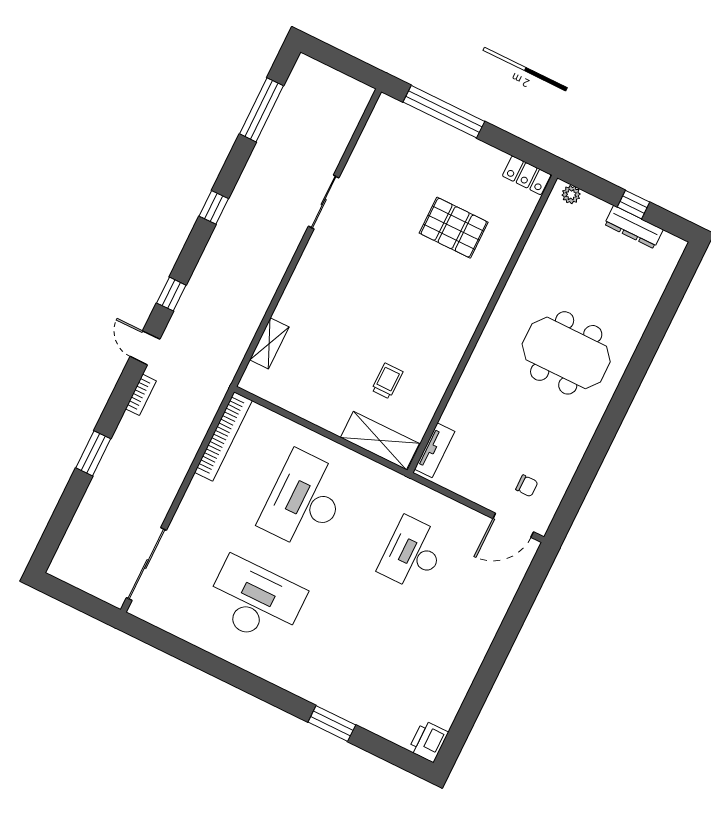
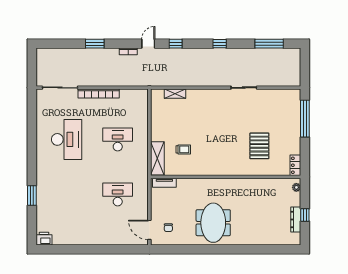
meeting table: (566, 353) -> (213, 223), moved
bookcase: (223, 436) -> (99, 93), moved
desk: (304, 500) -> (118, 139), width x0.73, depth x0.77

